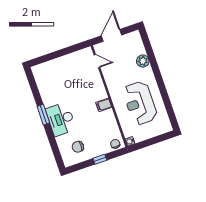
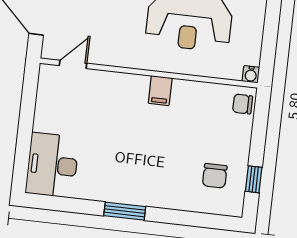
desk: (61, 119) -> (52, 165), moved, turned 90
window: (100, 159) -> (254, 179), moved

